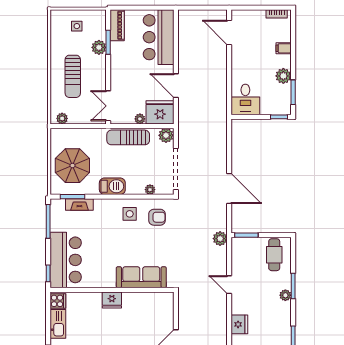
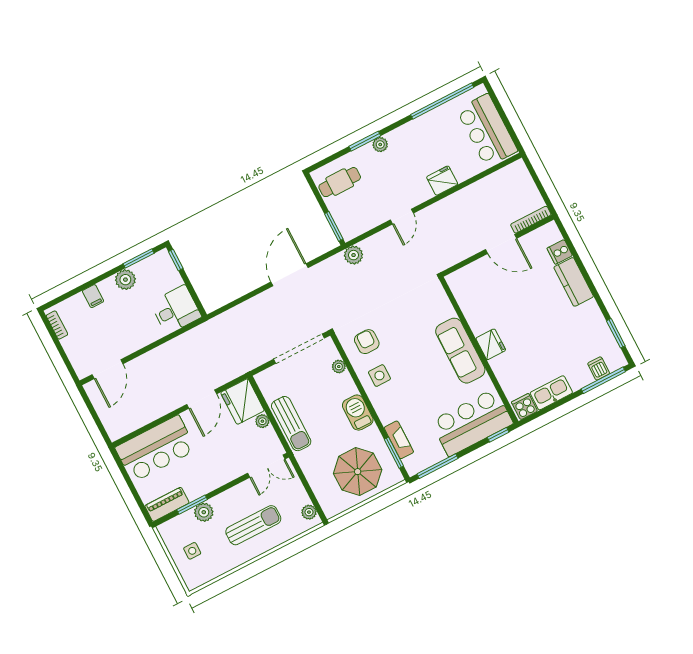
plant: (166, 135) -> (266, 381), removed
sofa: (141, 277) -> (460, 351), moved

